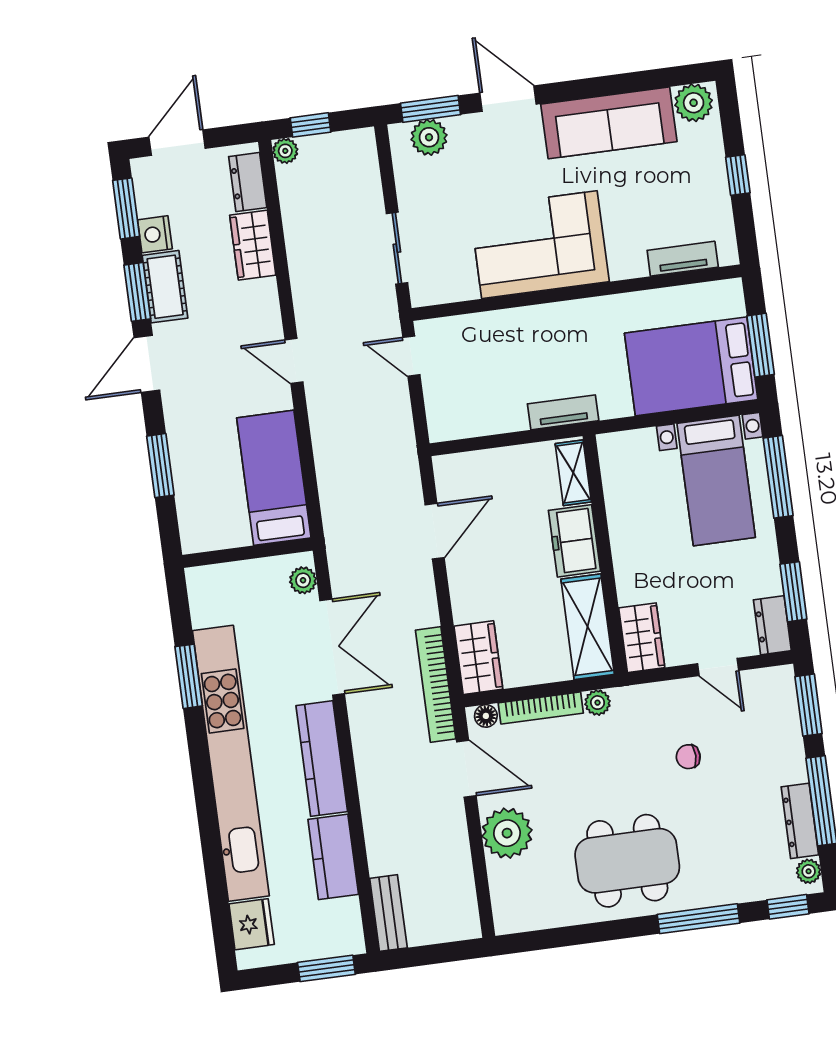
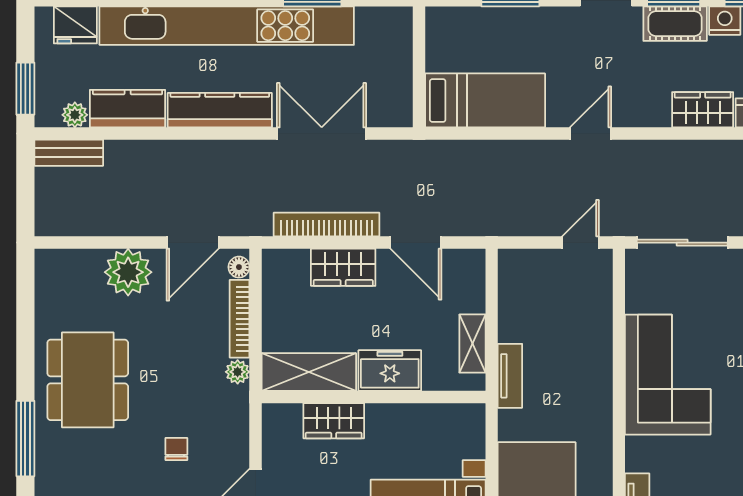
sliding door: (397, 248) -> (682, 243), width x1.37
shelving: (573, 473) -> (473, 344), moved, turned 90
plant: (303, 580) -> (75, 115), moved
wardrobe: (642, 638) -> (334, 421), moved
double door: (332, 647) -> (322, 134), swing flipped
wardrobe: (478, 658) -> (343, 267), moved
bookcase: (436, 685) -> (327, 225), moved

